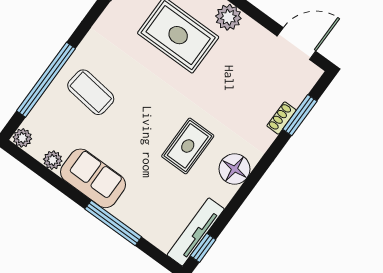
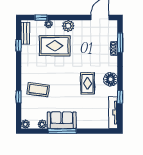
window: (46, 80) -> (19, 97), width x0.32
window: (113, 223) -> (62, 131), moved
window: (203, 248) -> (120, 97), moved

